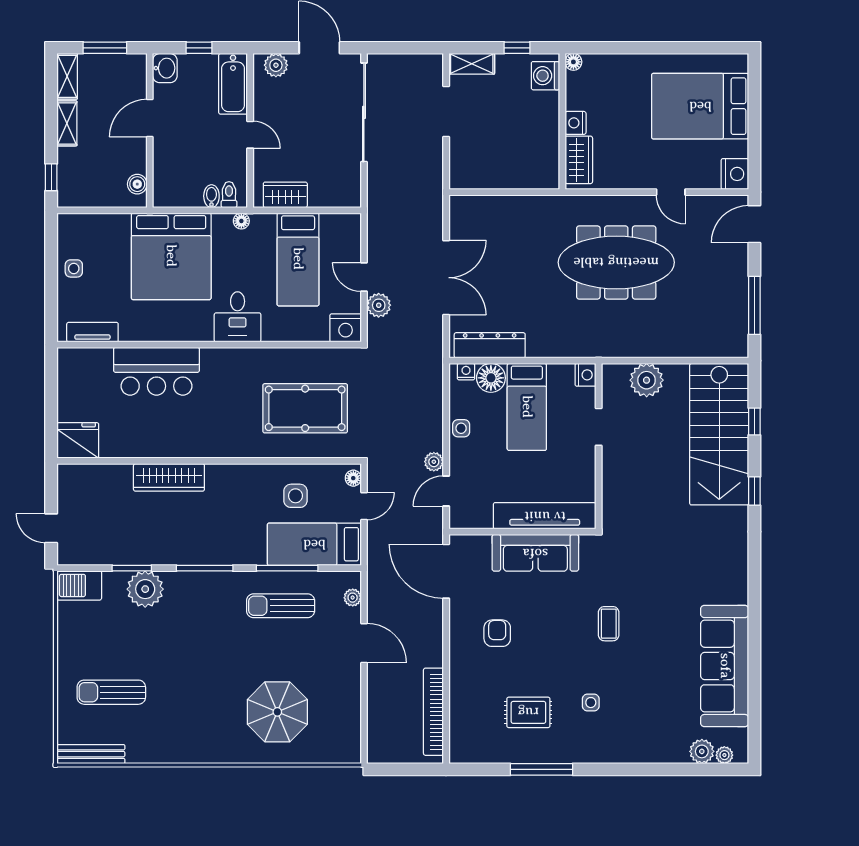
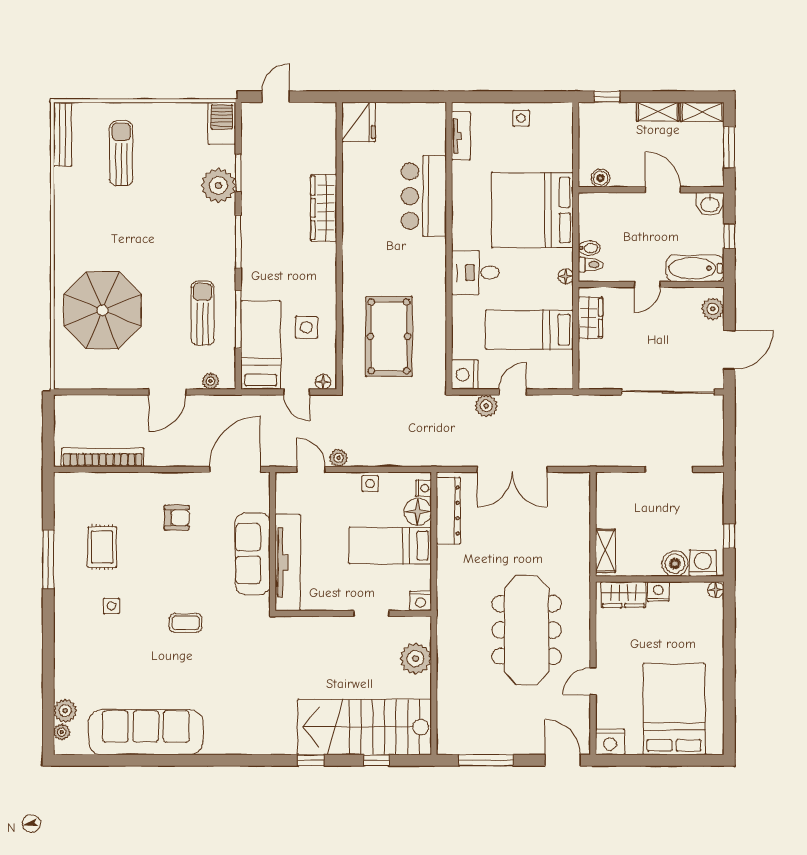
shelving: (472, 64) -> (605, 551), moved
boiler: (546, 105) -> (675, 564), added
parasol: (277, 712) -> (102, 310), width x1.36, depth x1.36

